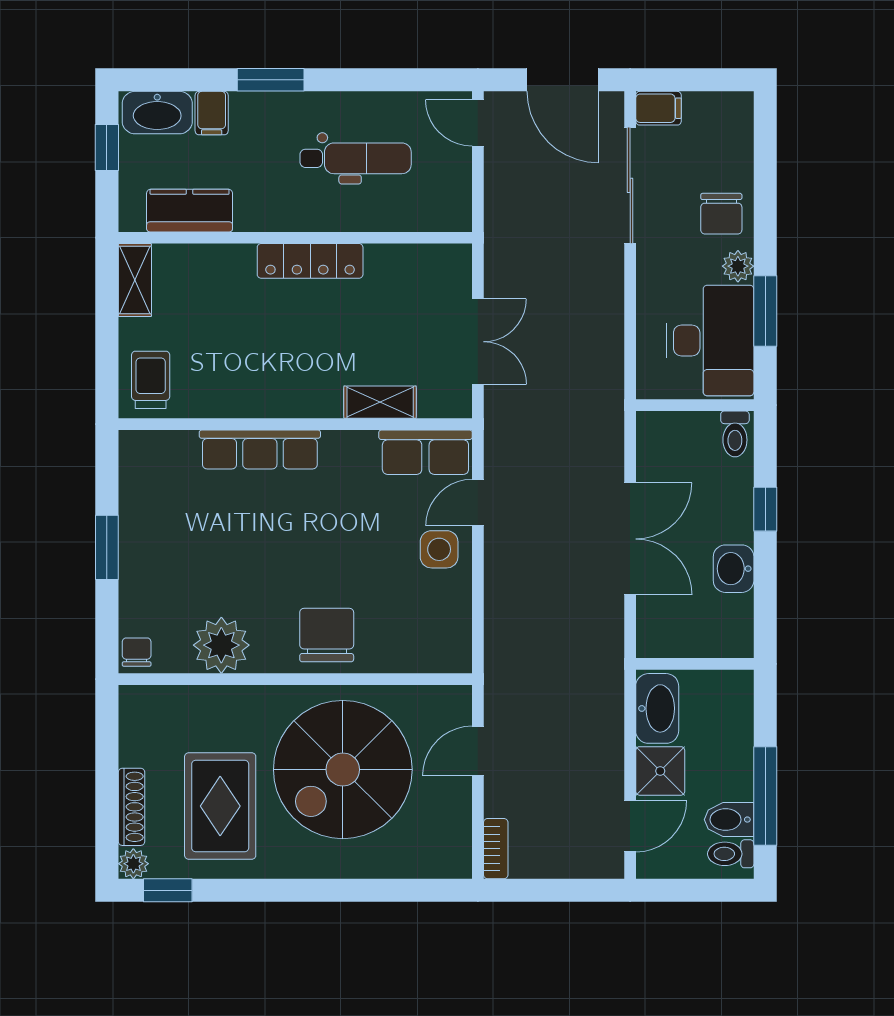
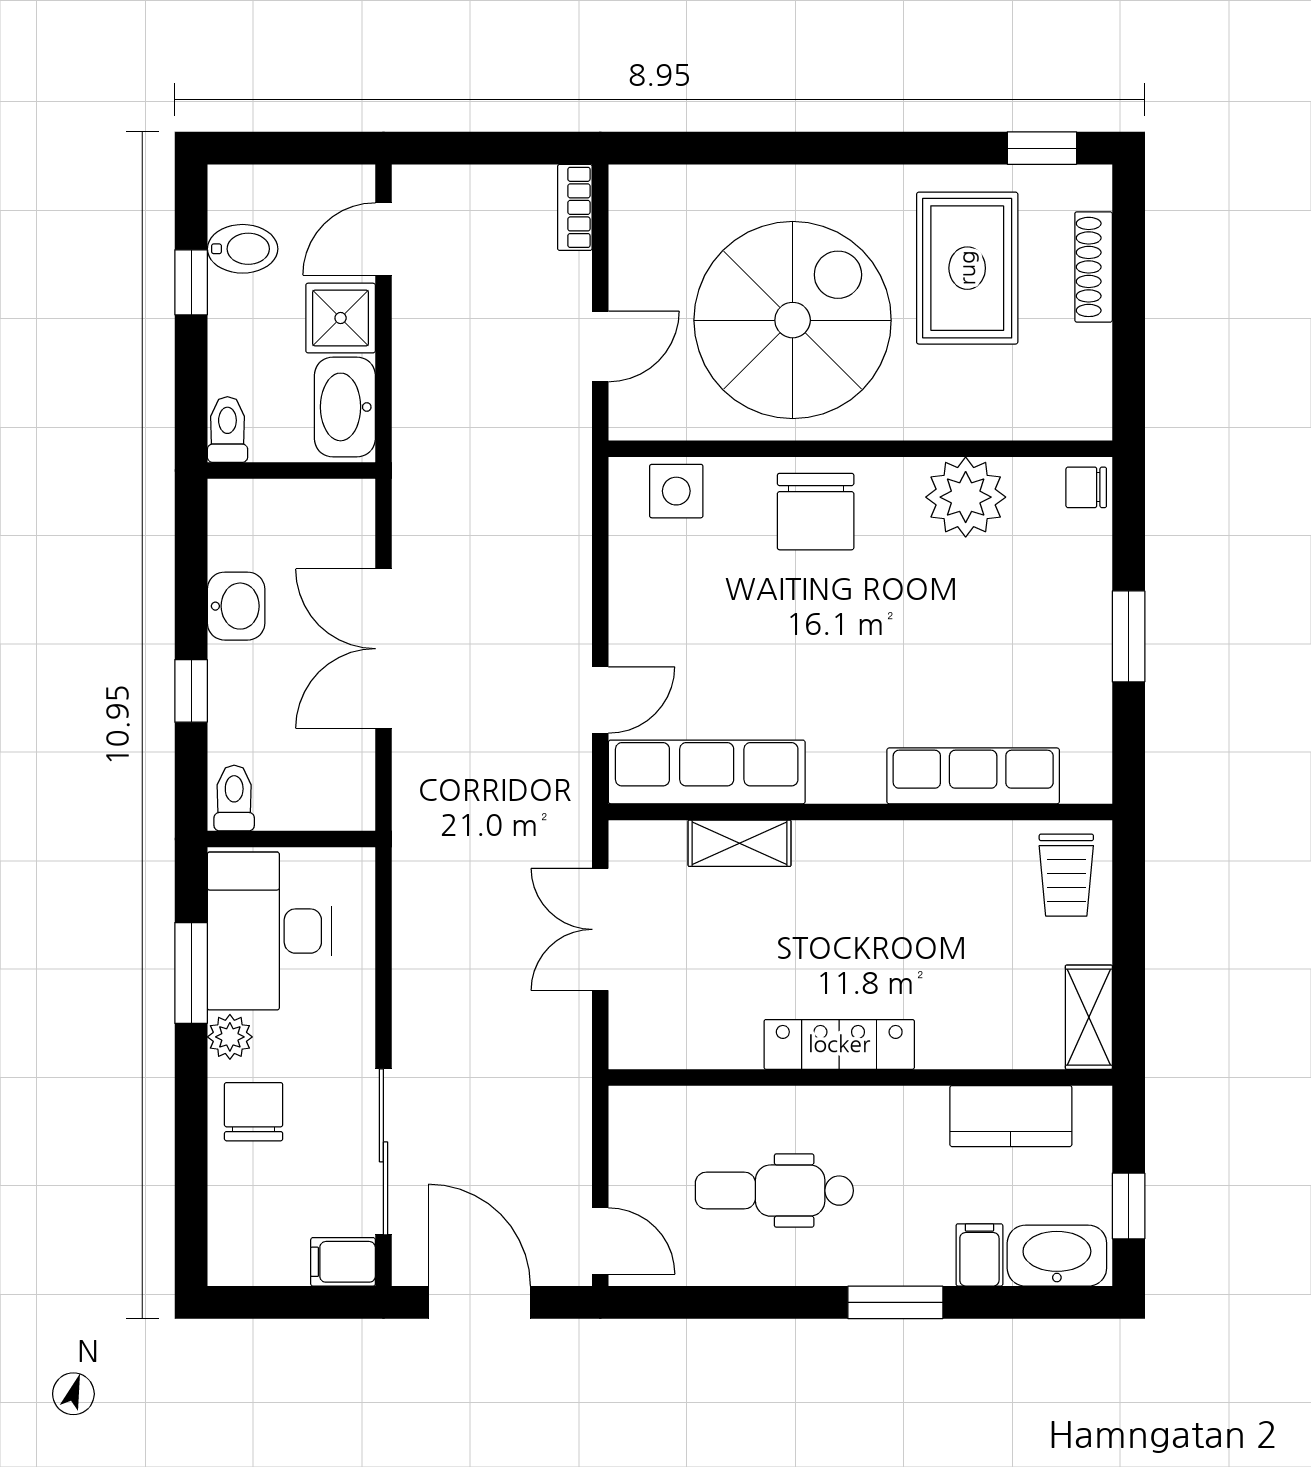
row of seats: (260, 449) -> (973, 776), moved
row of seats: (425, 452) -> (707, 772), width x1.48
side table: (439, 549) -> (676, 491), moved
chair: (137, 652) -> (1086, 487), turned 90
window: (765, 796) -> (191, 282), width x0.46
toilet: (731, 854) -> (227, 430), moved, turned -90
plant: (133, 864) -> (1091, 186), removed

